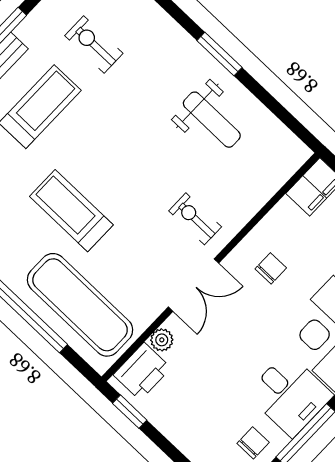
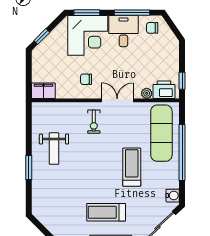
exercise bike: (94, 44) -> (67, 214), removed
weight bench: (212, 120) -> (54, 149), turned 180
treadmill: (71, 211) -> (132, 167), turned 180

